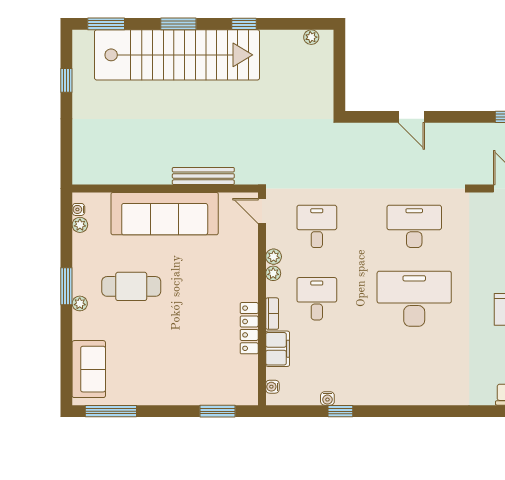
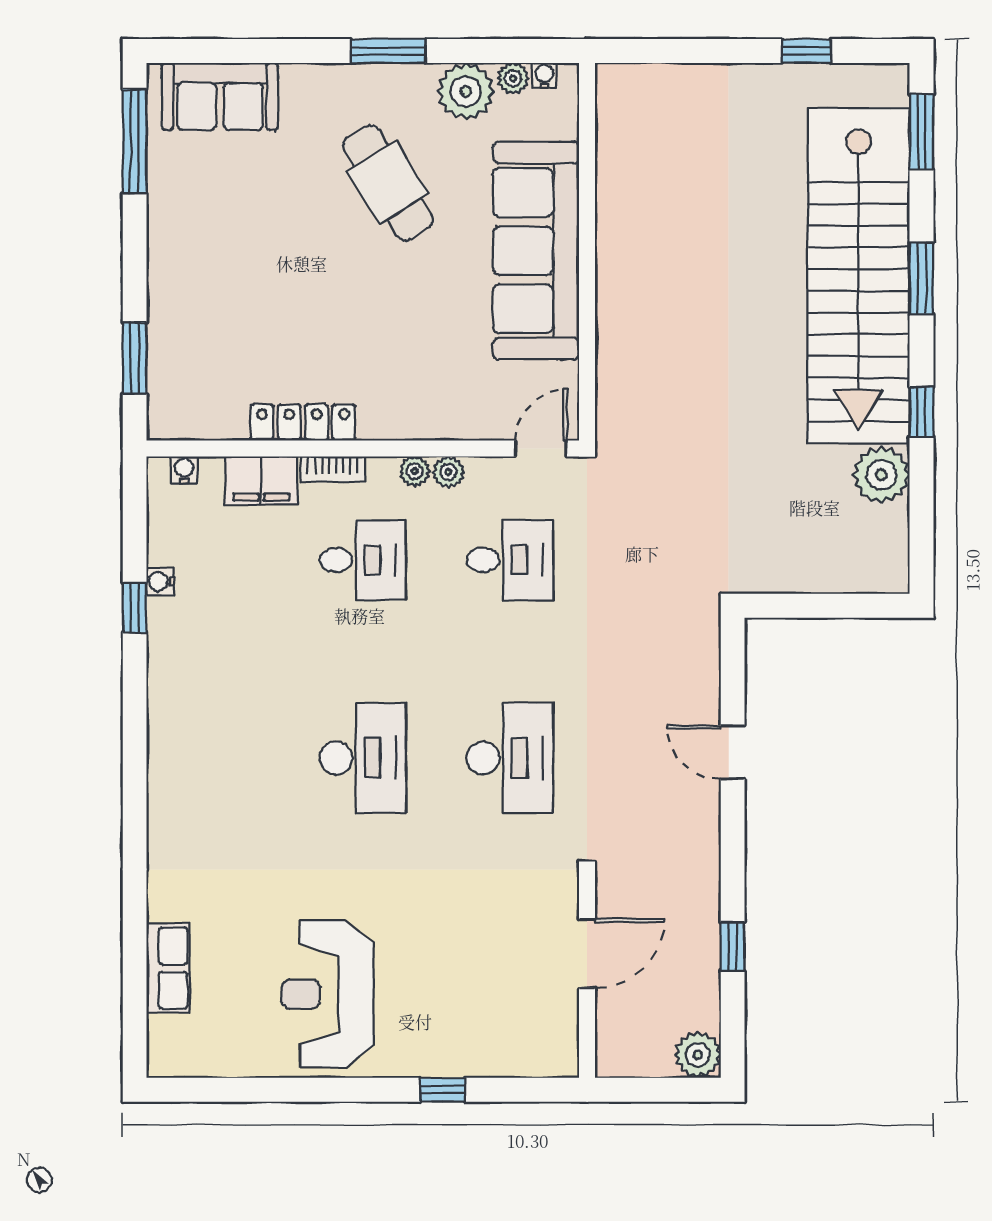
plant: (311, 37) -> (881, 475), moved, width x1.88, depth x1.88
door: (411, 117) -> (733, 752), hinge flipped
bench: (203, 176) -> (613, 329), removed
cafe table: (131, 286) -> (388, 183), turned -32
desk: (414, 299) -> (363, 758), width x0.73, depth x0.77
plant: (80, 303) -> (466, 91), moved, width x1.88, depth x1.88

